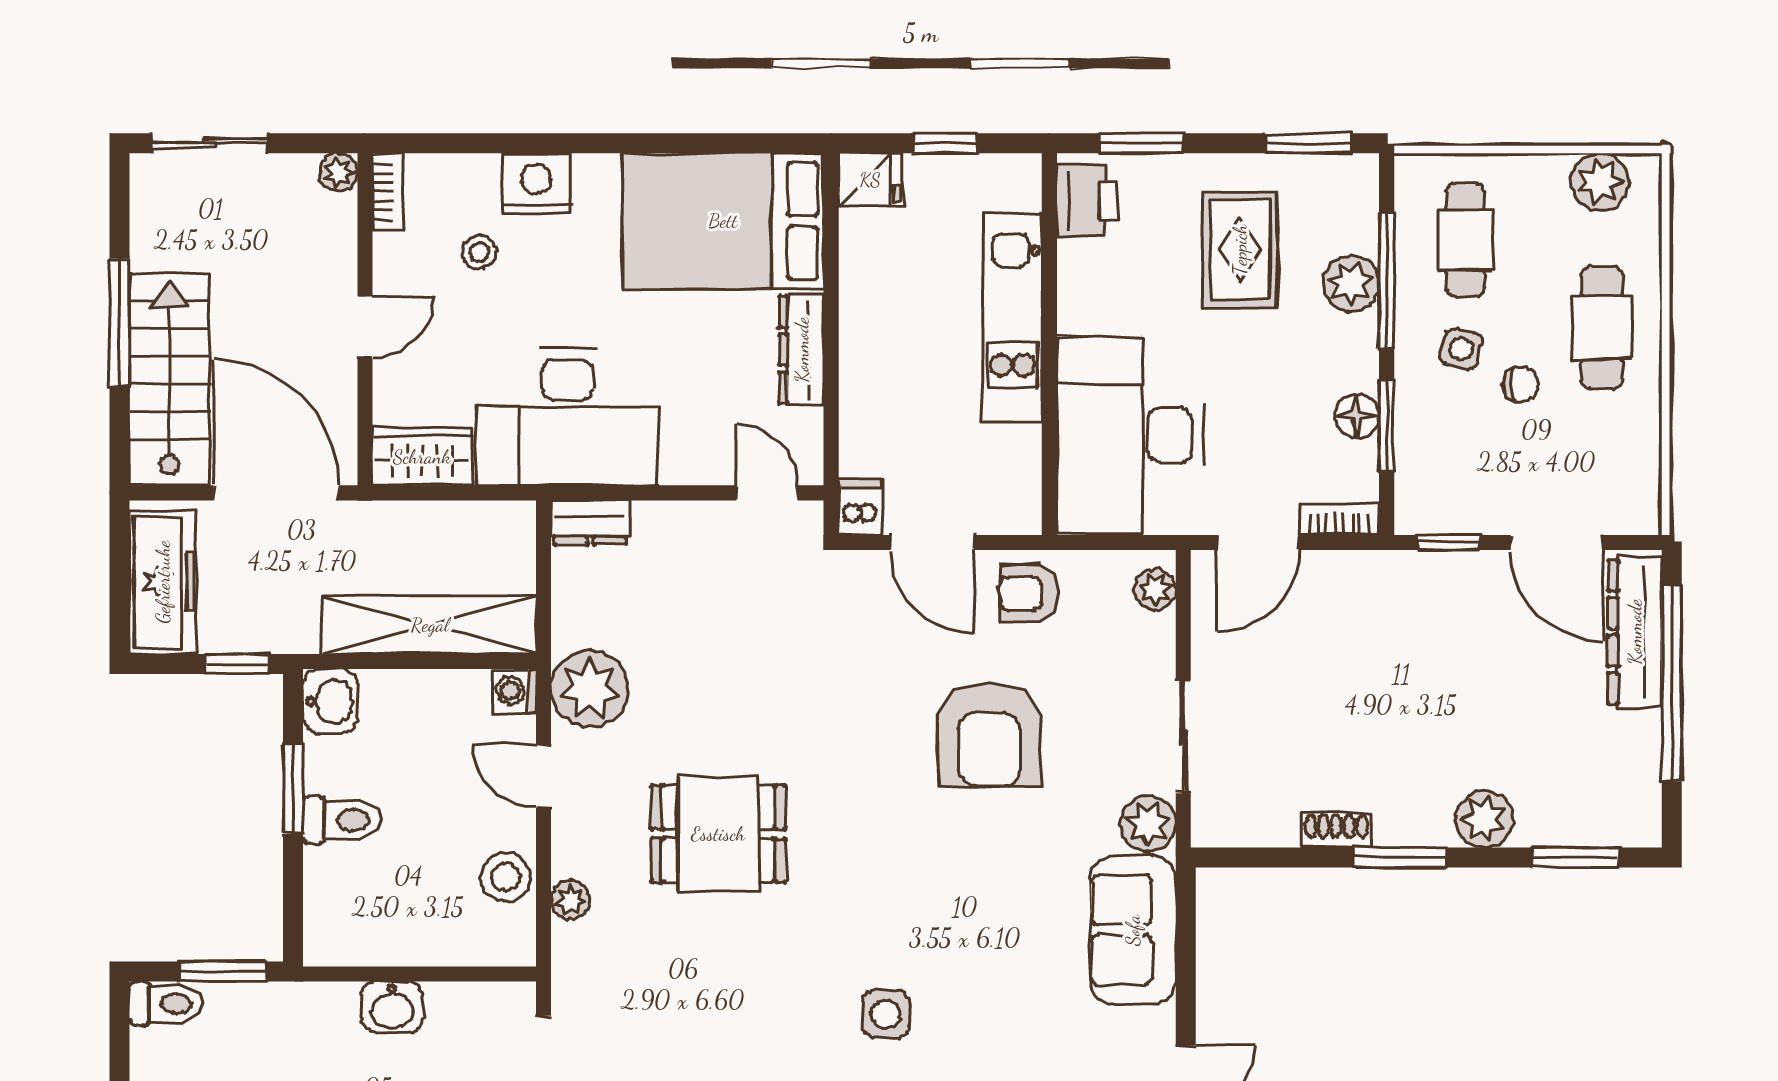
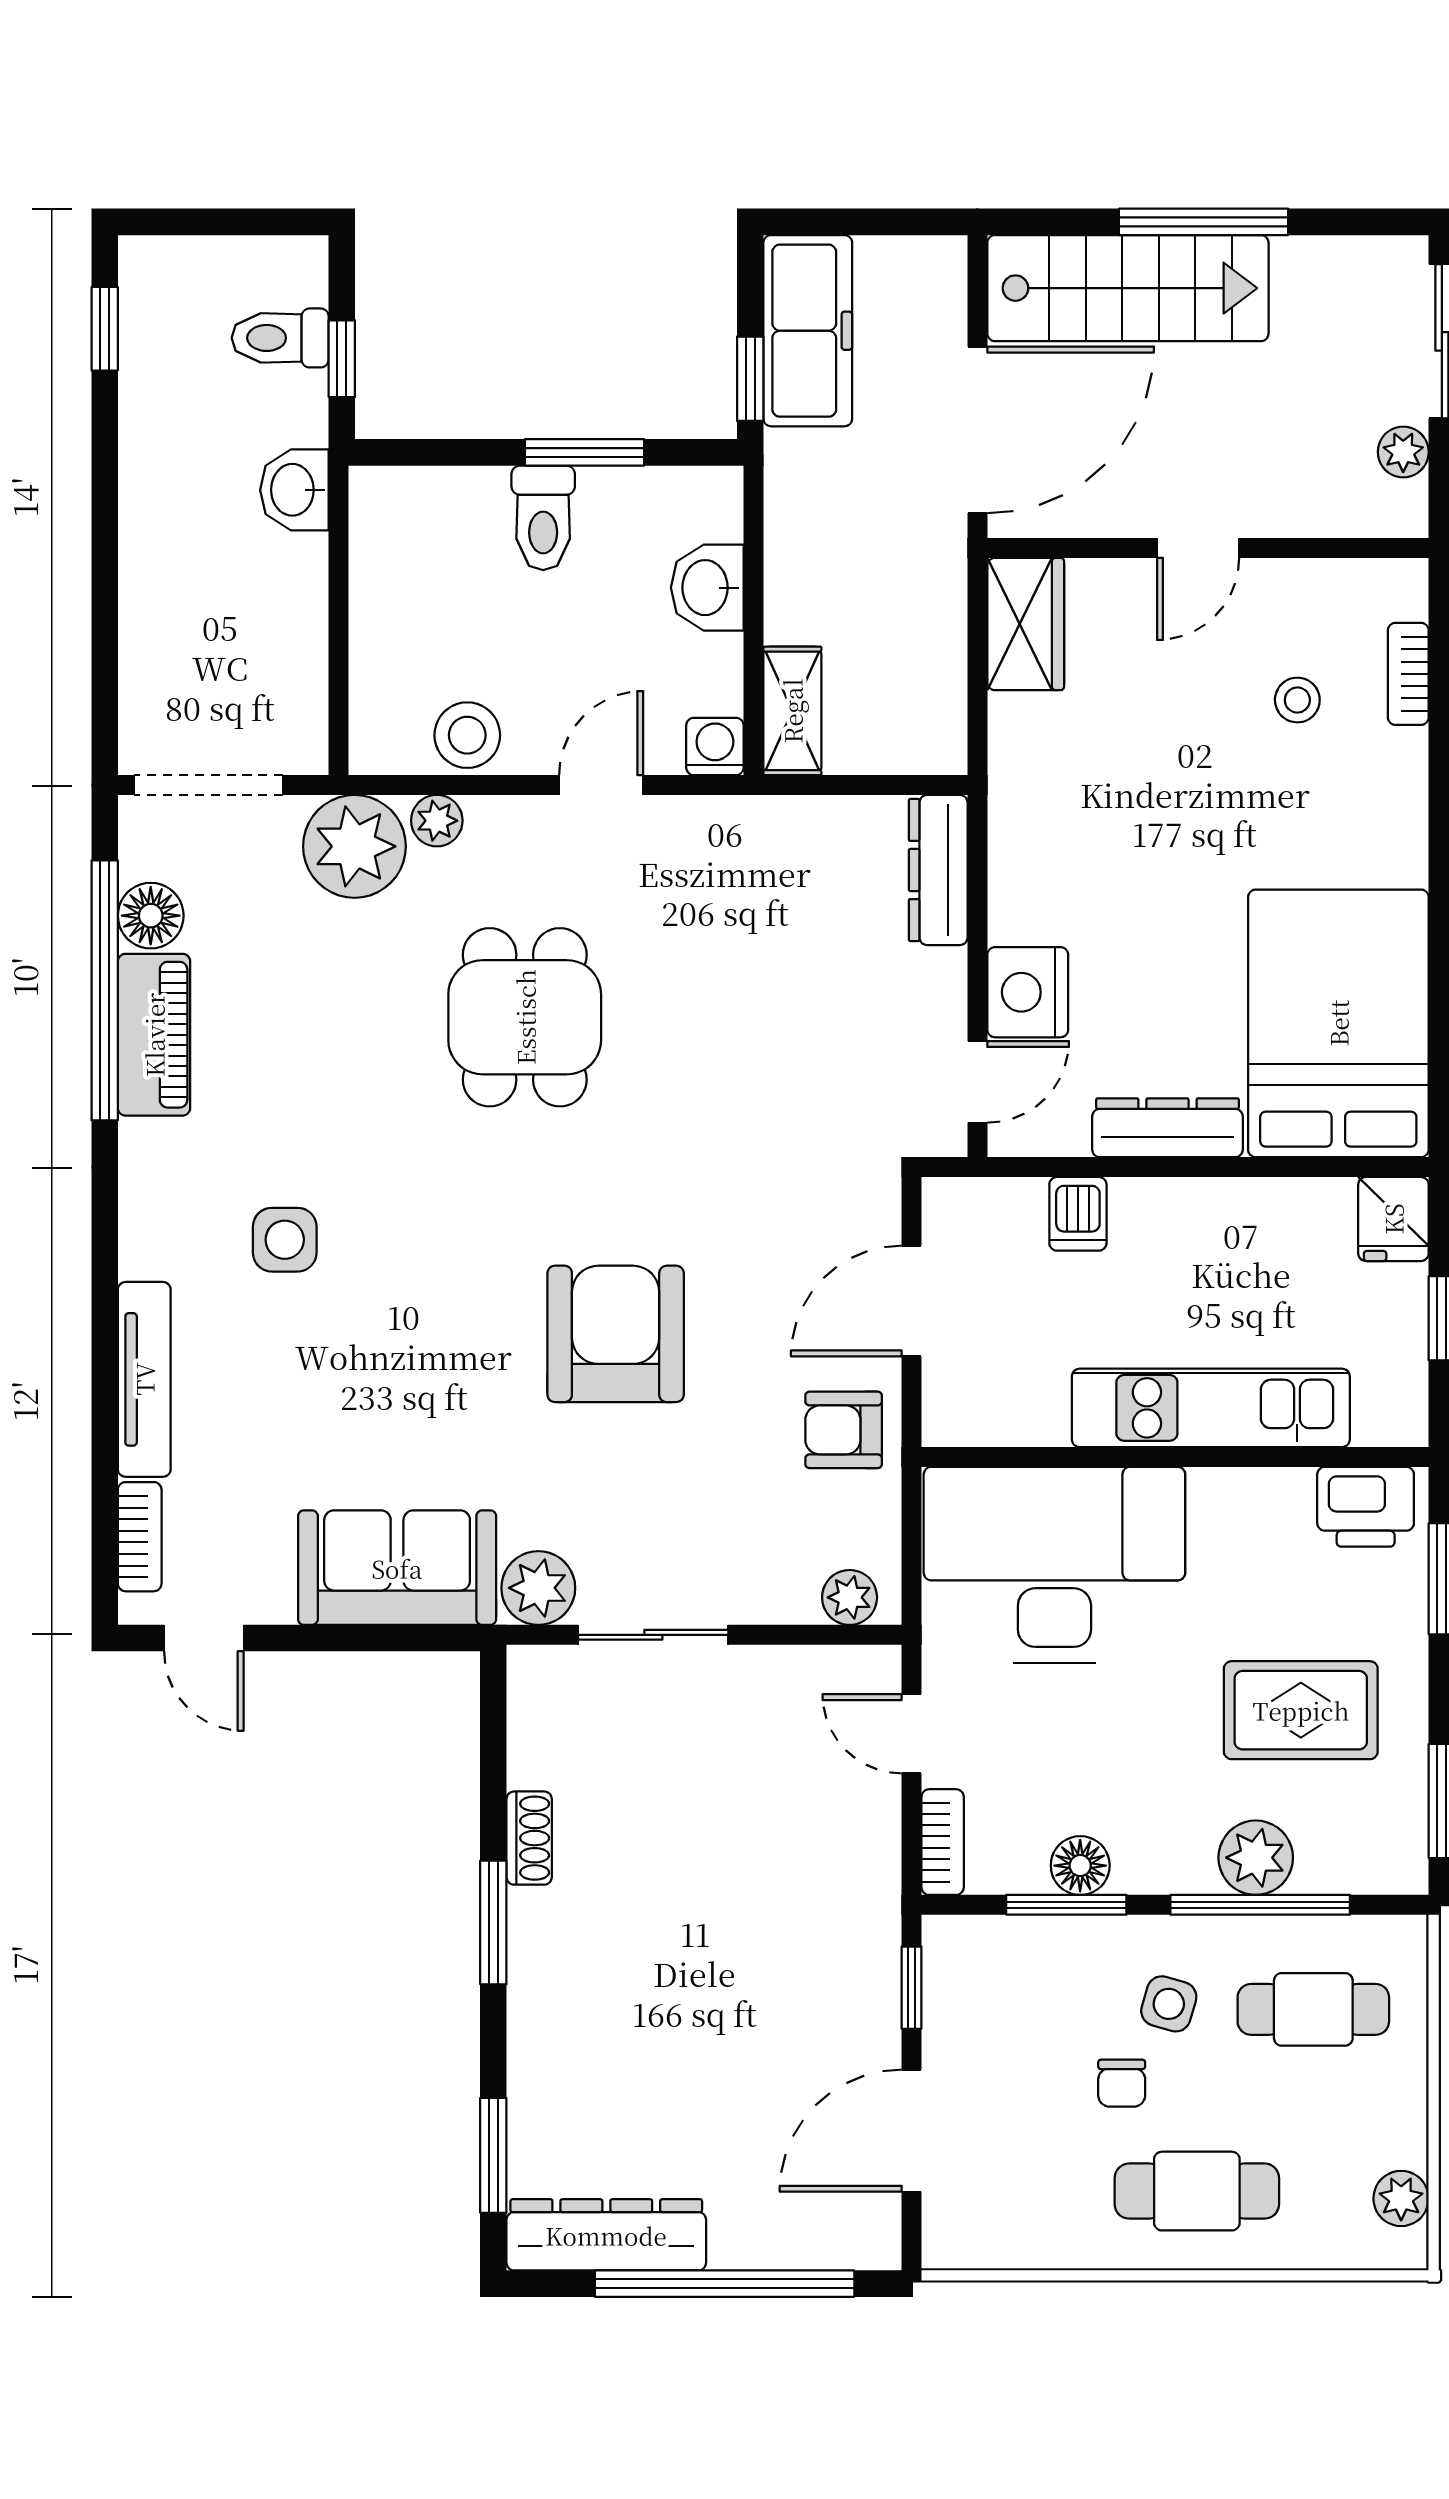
plant: (338, 172) -> (1403, 452), moved
plant: (1600, 182) -> (1401, 2198), width x0.73, depth x0.73
nightstand: (536, 184) -> (1028, 992), moved, turned 180
bookcase: (388, 192) -> (1408, 674), moved, turned 90
door: (365, 327) -> (1198, 548), hinge flipped
desk: (568, 417) -> (1078, 817), removed
dishwasher: (860, 507) -> (1078, 1214), moved, turned 90
dresser: (590, 522) -> (938, 870), width x1.44
door: (1258, 543) -> (912, 1734), width x0.73
freezer: (163, 582) -> (808, 331), moved, turned -90
armchair: (1029, 594) -> (844, 1430), turned -90
shelving: (430, 625) -> (792, 711), width x0.45, depth x0.75
dresser: (1635, 632) -> (606, 2235), moved
plant: (590, 689) -> (354, 846), moved
washbasin: (330, 701) -> (707, 588), moved, turned 90
armchair: (990, 735) -> (616, 1334), moved, turned 90
plant: (1484, 819) -> (544, 2035), removed
window: (223, 971) -> (342, 359), width x0.67
toilet: (166, 1004) -> (280, 338), moved, turned 90
washbasin: (392, 1007) -> (294, 490), moved

